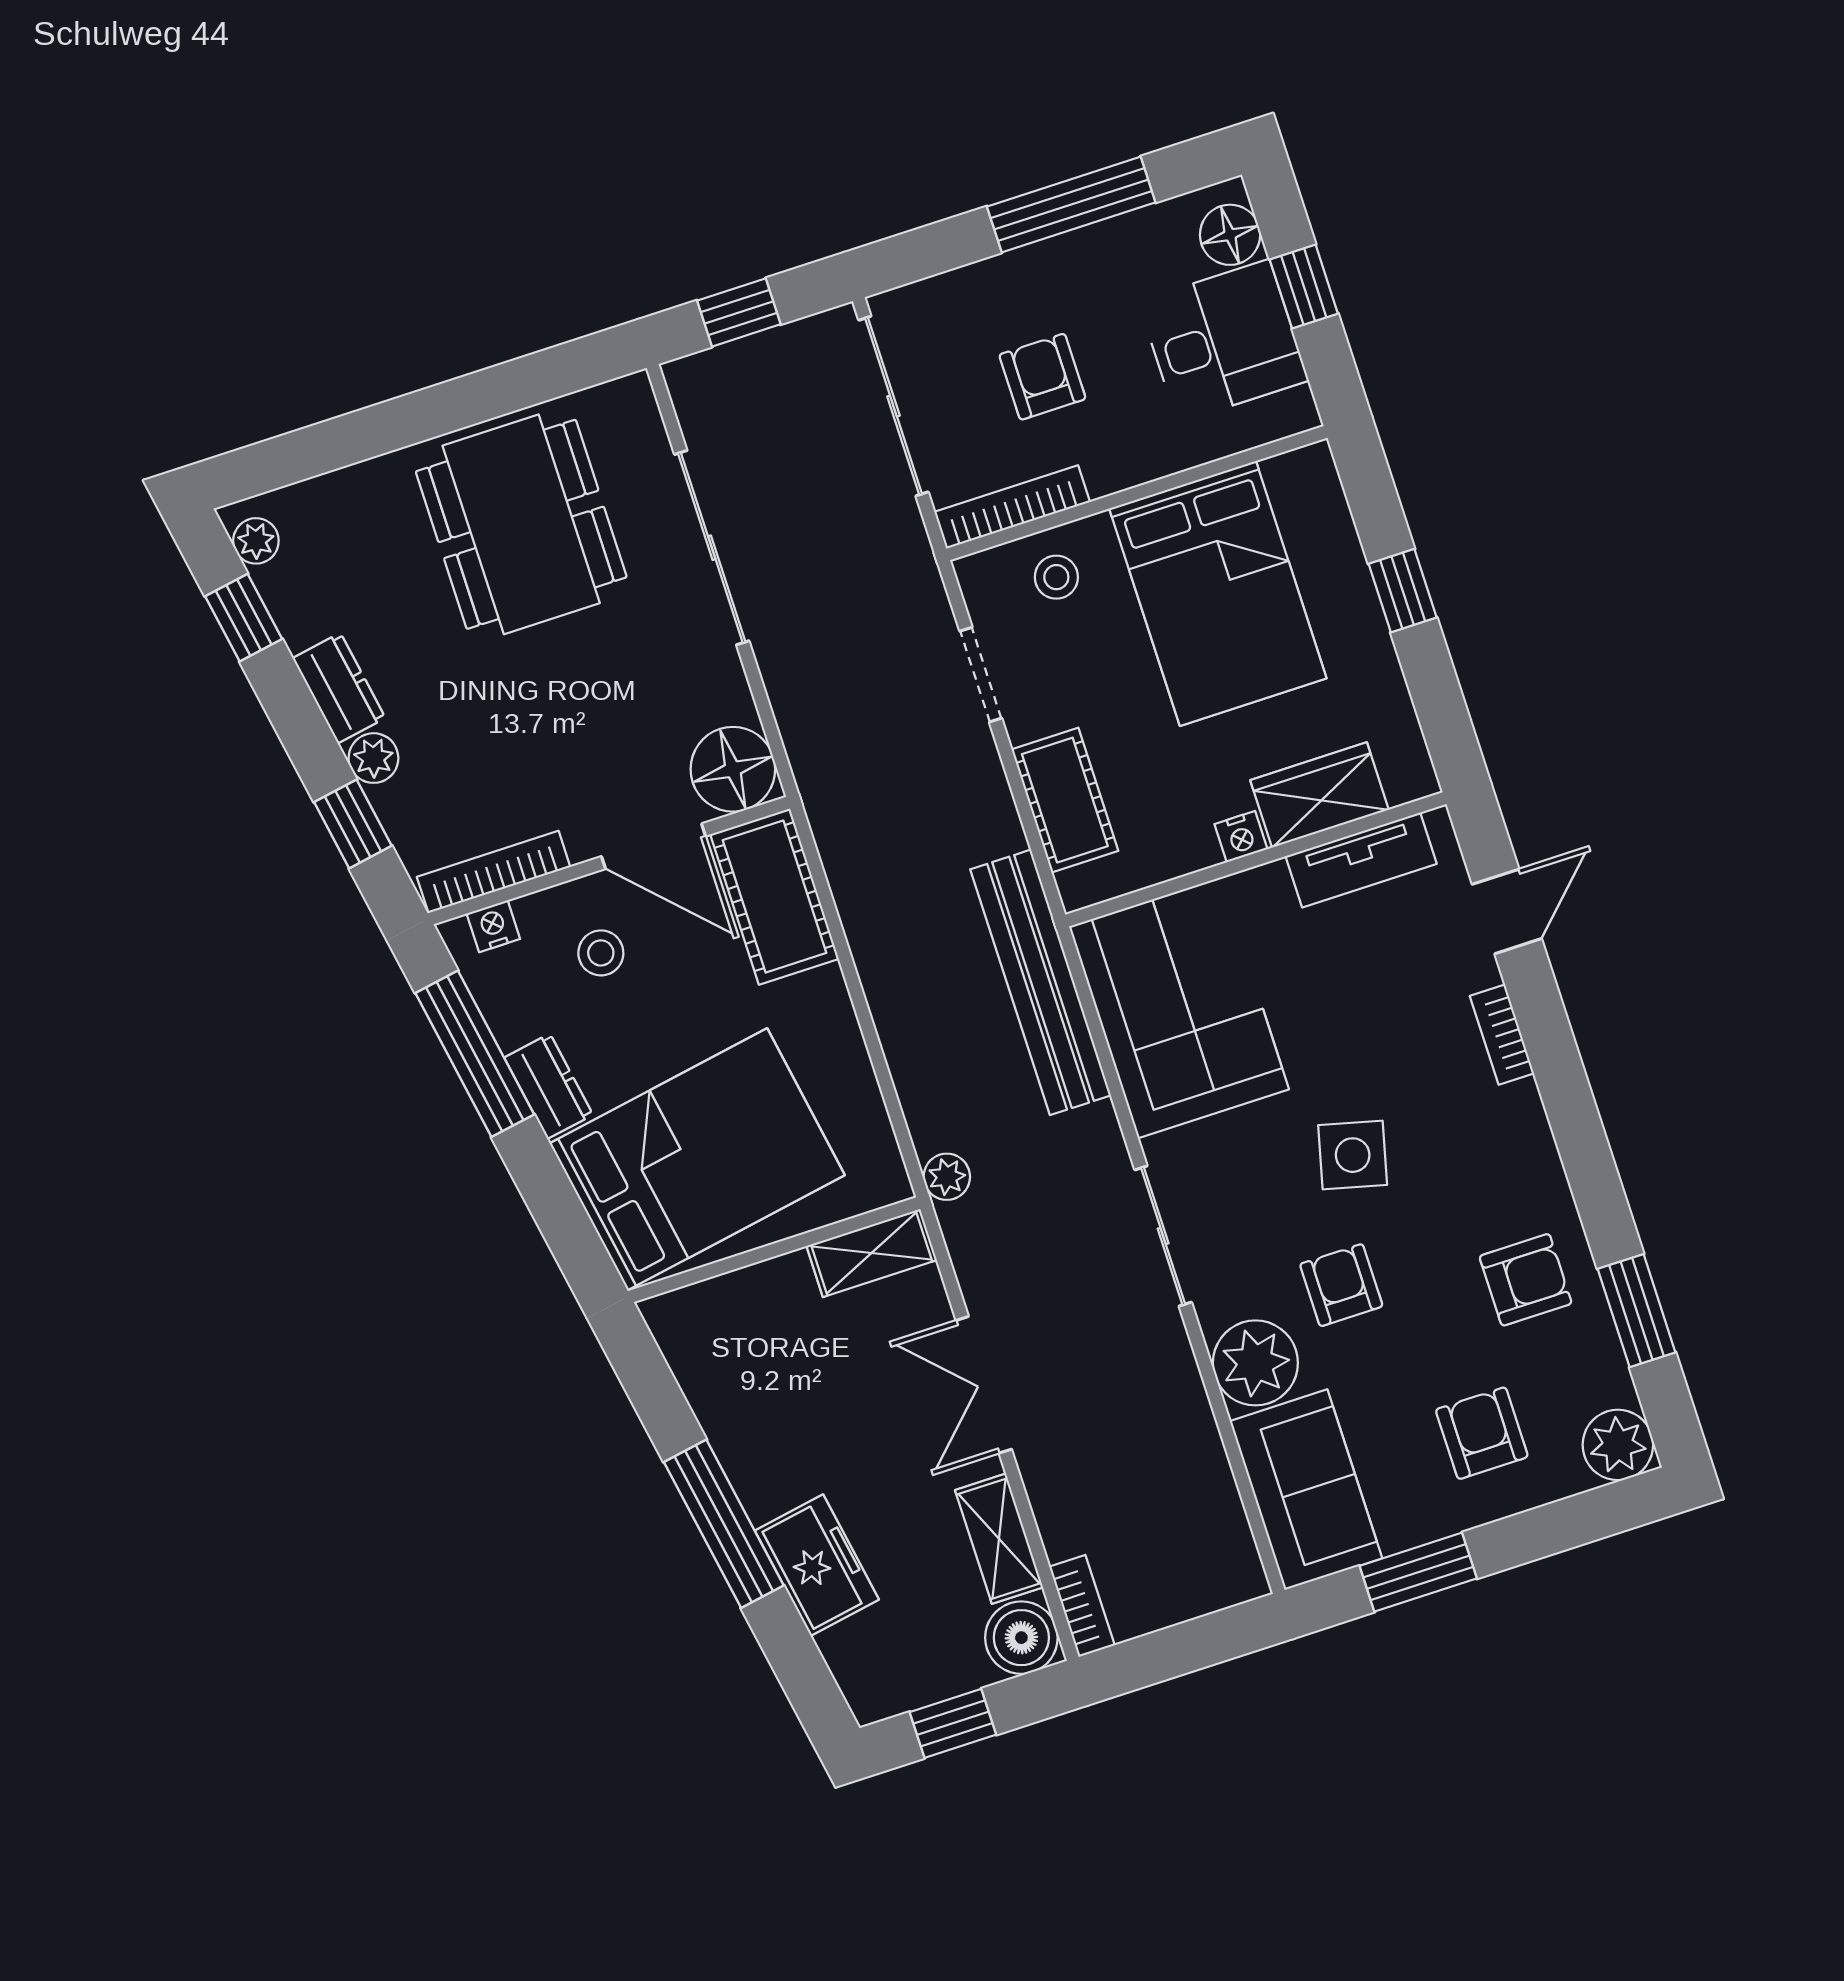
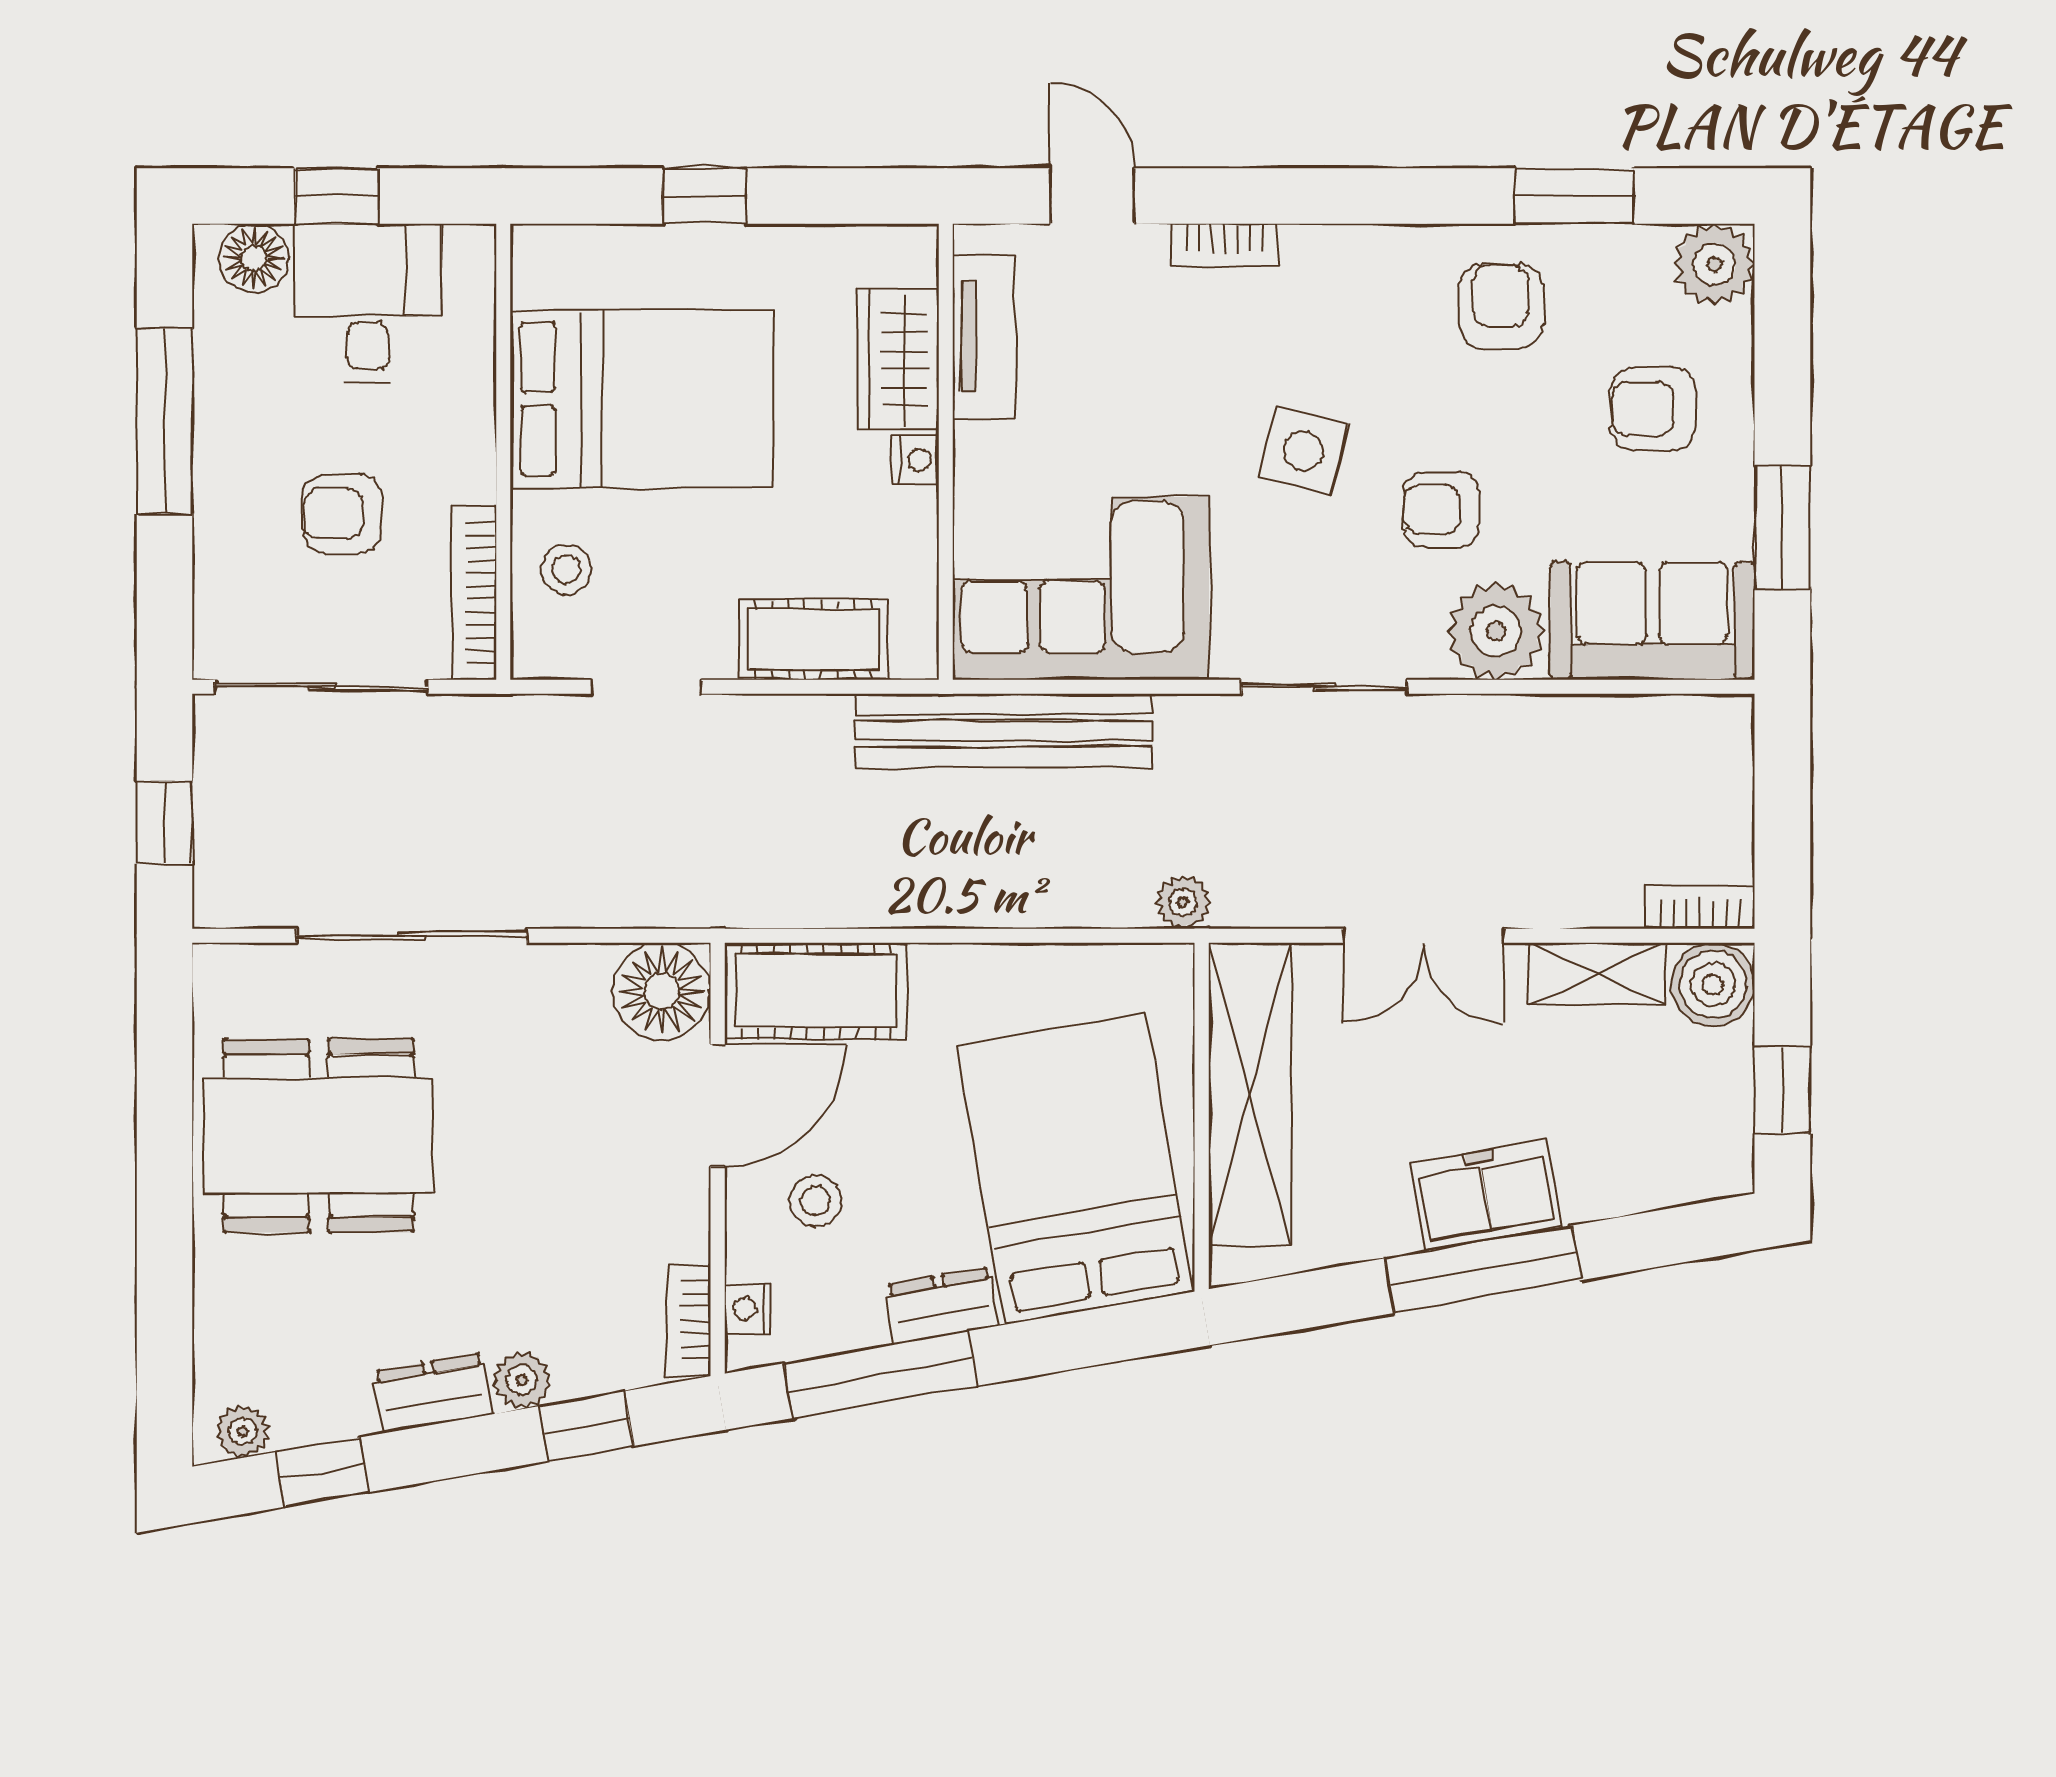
bookcase: (494, 872) -> (689, 1320), width x0.64
shelving: (872, 1253) -> (1250, 1094), width x2.20, depth x1.33
freezer: (817, 1565) -> (1486, 1195), moved

